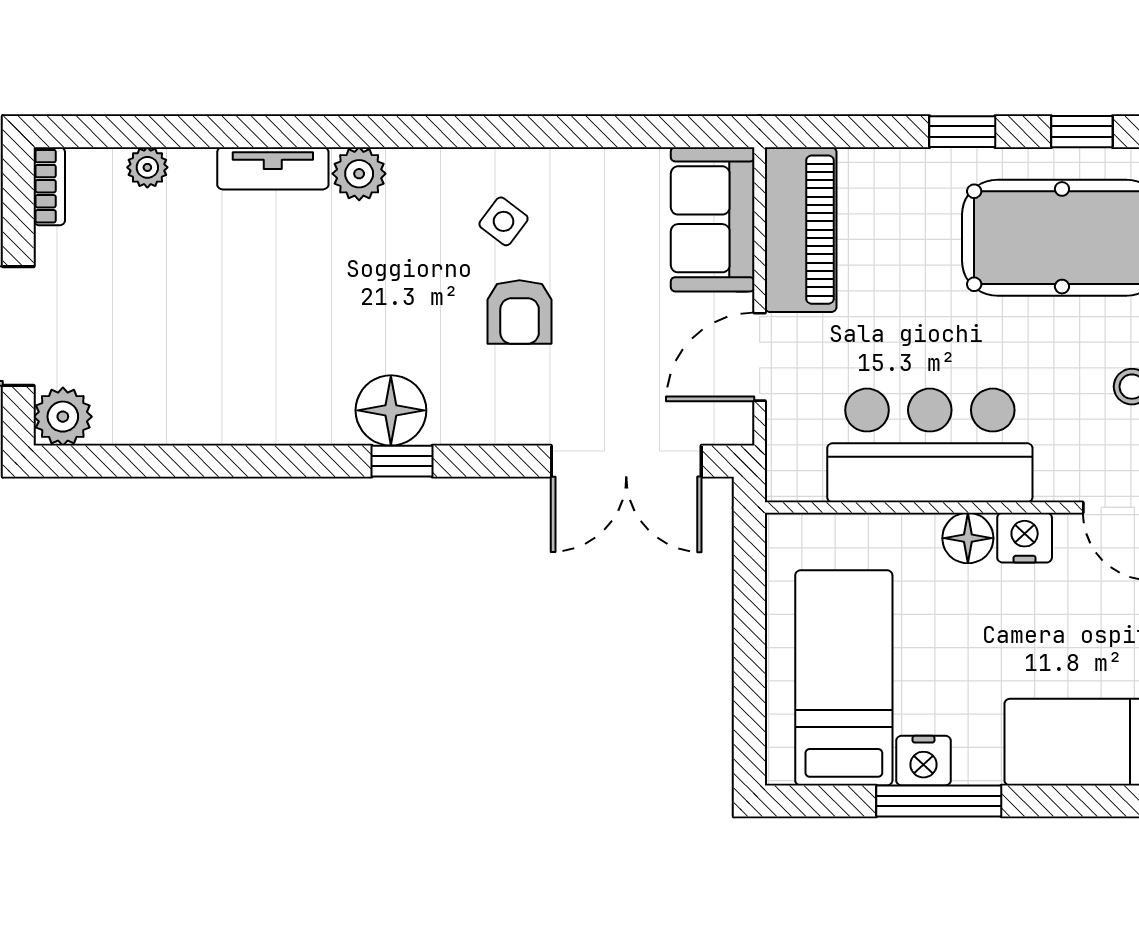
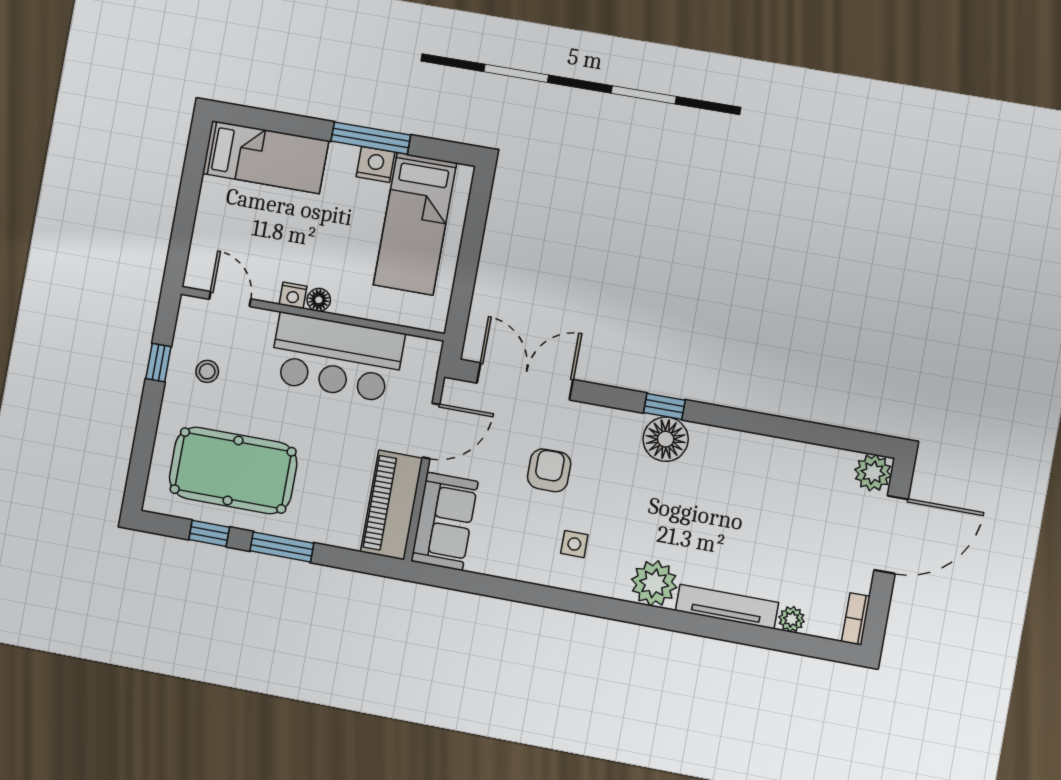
window: (962, 132) -> (282, 547), width x1.50
tv unit: (273, 168) -> (727, 607), width x1.41
plant: (359, 174) -> (654, 583), width x1.36, depth x1.36
side table: (504, 221) -> (574, 544), turned -37
armchair: (520, 312) -> (549, 470), moved
floor lamp: (968, 538) -> (319, 300), width x0.73, depth x0.73
nightstand: (1025, 538) -> (293, 295), width x0.72, depth x0.74

